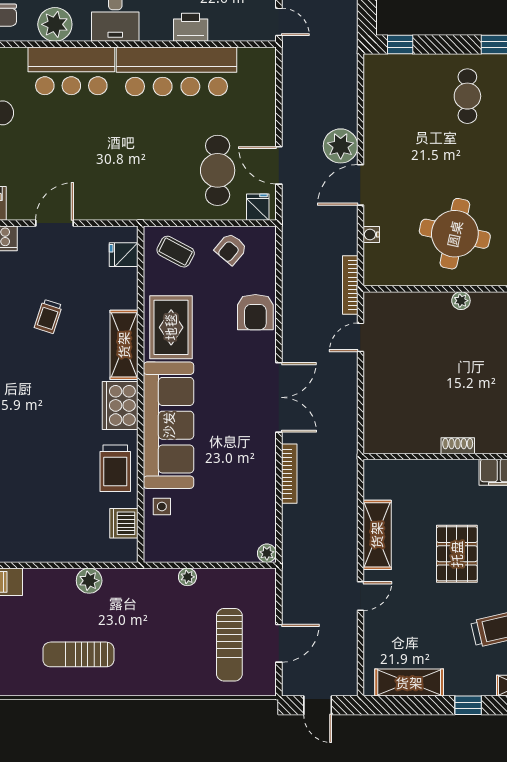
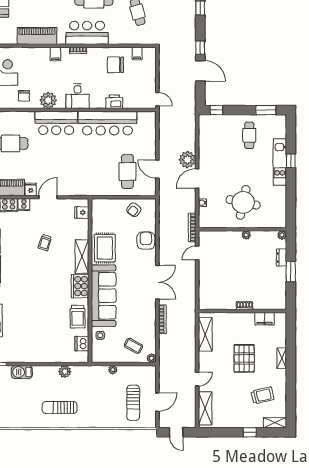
fridge: (258, 207) -> (31, 189), moved
coffee table: (176, 252) -> (133, 346), moved
armchair: (255, 312) -> (146, 241), turned 180
shelving: (377, 535) -> (205, 334), moved
shelving: (409, 683) -> (205, 408), moved, turned 90

